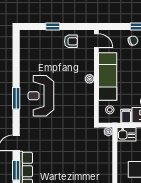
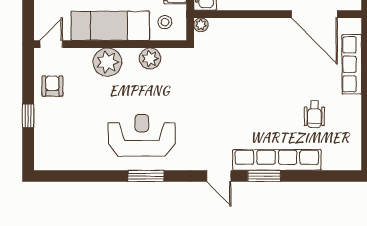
plant: (90, 79) -> (107, 62), width x1.88, depth x1.88
reception desk: (41, 96) -> (142, 135), turned 180
plant: (88, 101) -> (150, 59), added

